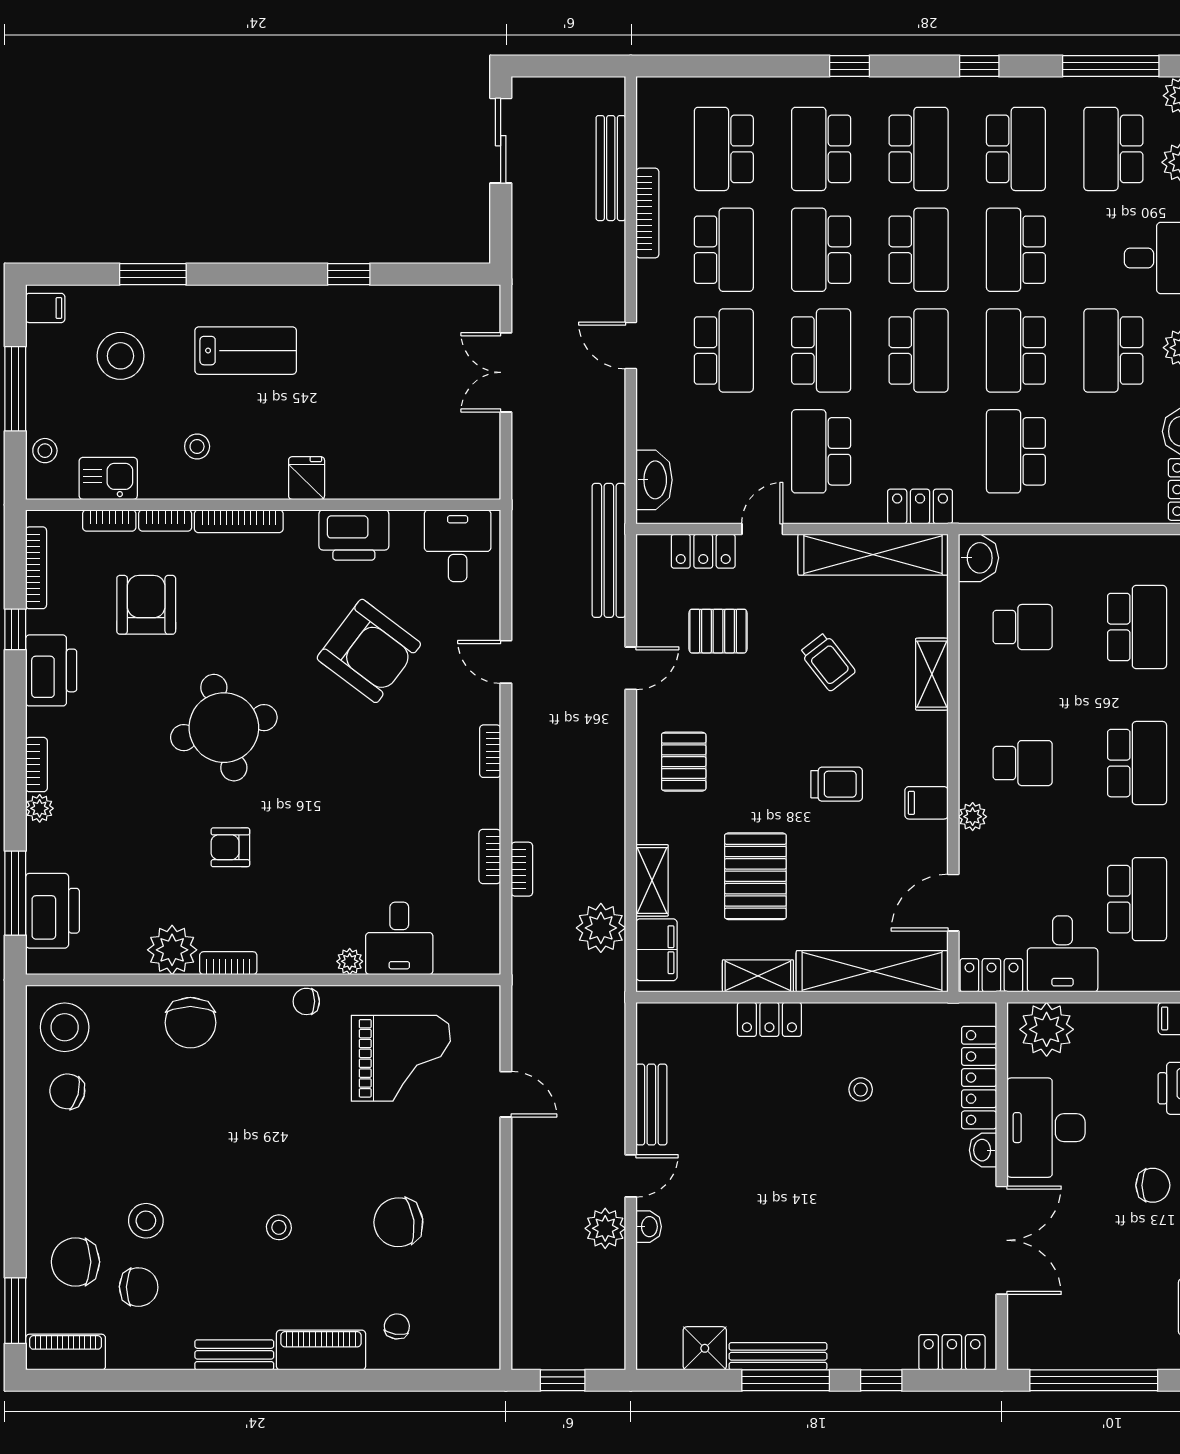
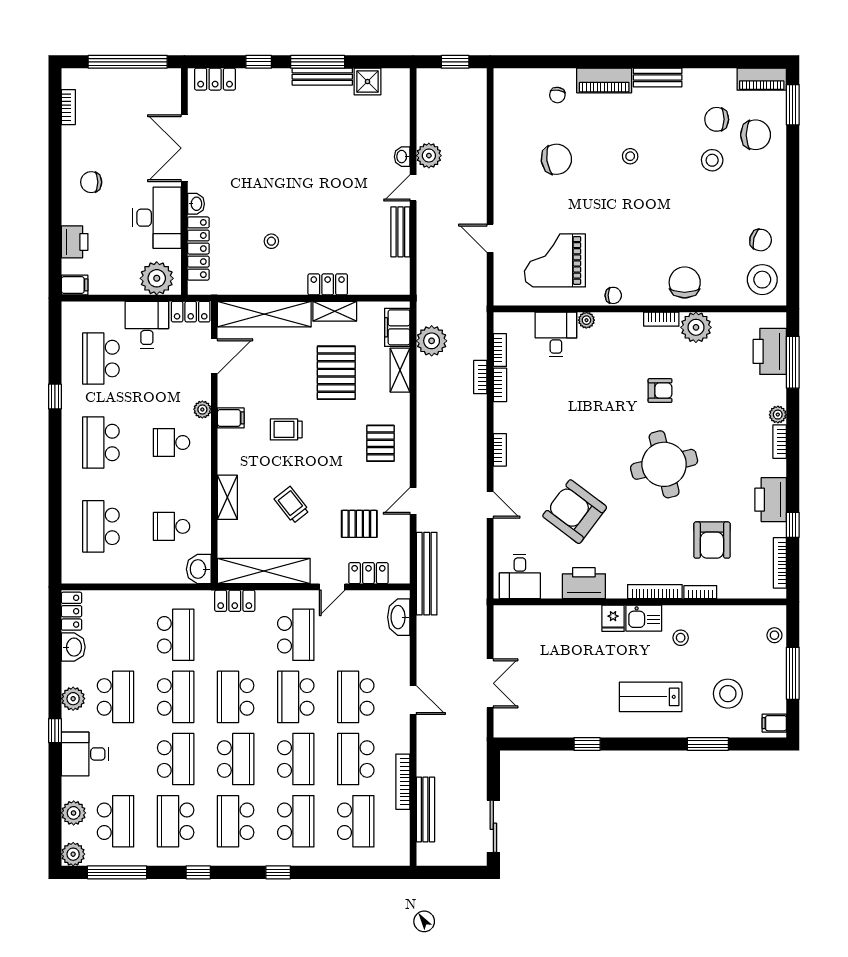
school desk: (919, 250) -> (236, 759), turned 180
kitchen sink: (108, 478) -> (644, 618), moved
bookcase: (109, 521) -> (500, 350), moved, turned 90

